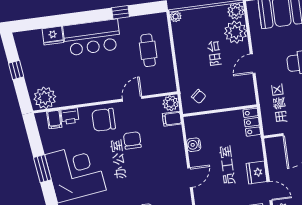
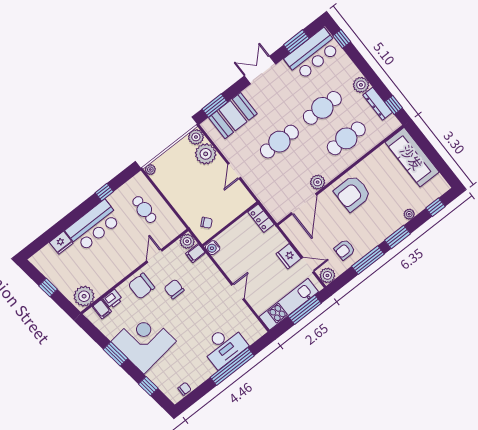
water cooler: (194, 145) -> (213, 248), moved

